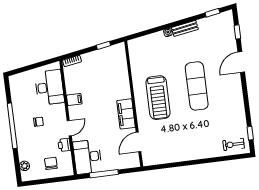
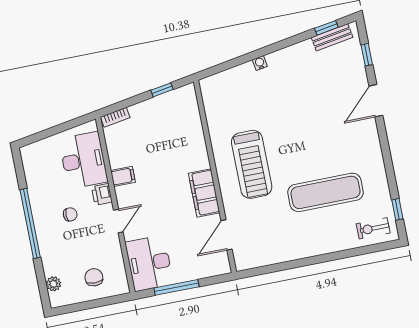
bench: (185, 28) -> (332, 37), moved
exercise mat: (197, 86) -> (325, 192), moved, turned 90
printer: (64, 145) -> (102, 194), moved

